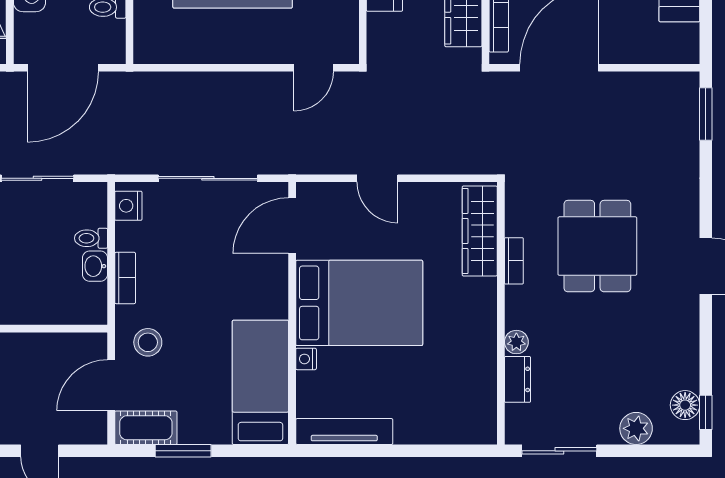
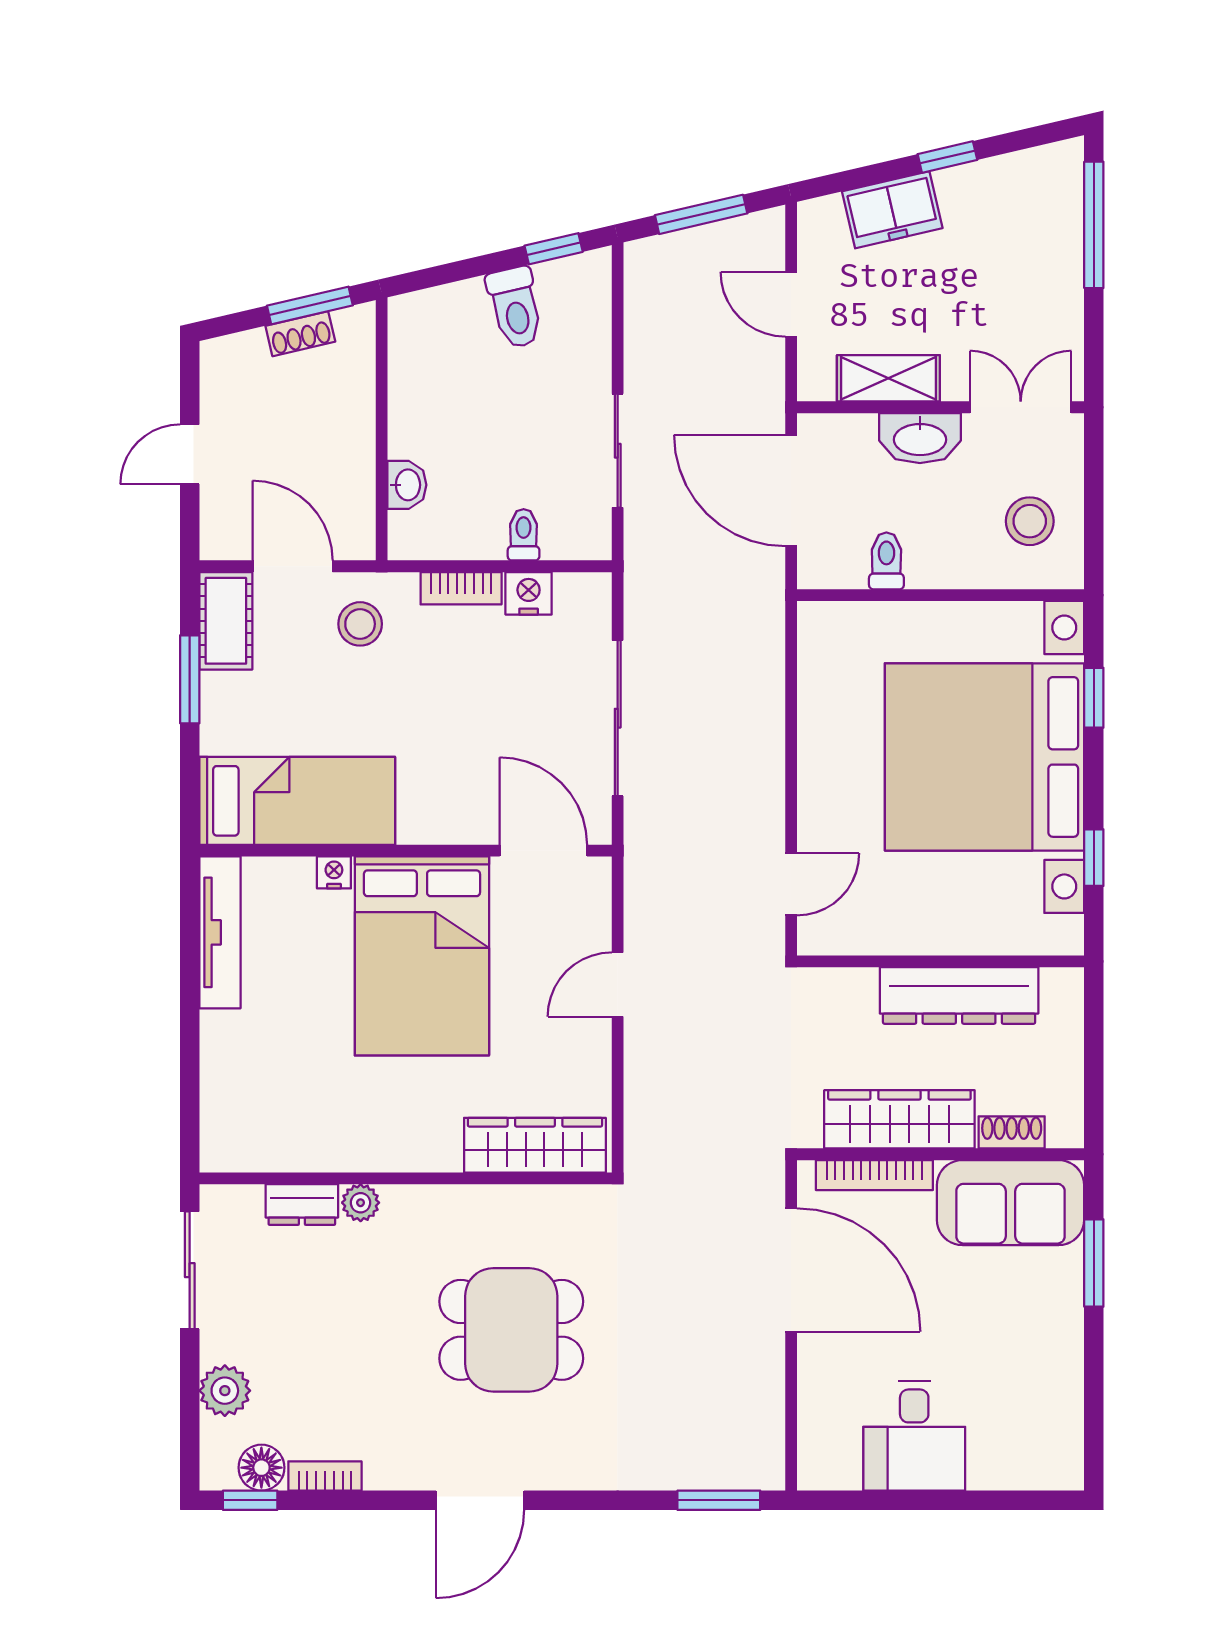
door: (314, 68) -> (791, 884), swing flipped
nightstand: (128, 206) -> (529, 593), moved
bookcase: (514, 261) -> (325, 1476), moved, turned 180
washbasin: (95, 266) -> (407, 485), moved, turned 90

